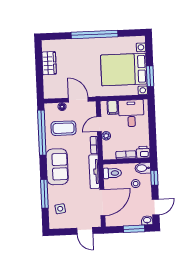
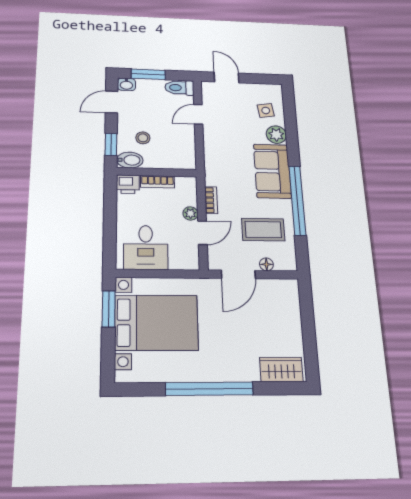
wardrobe: (49, 63) -> (281, 369), moved, turned 90
door: (78, 100) -> (238, 274), hinge flipped
filing cabinet: (113, 107) -> (179, 259), removed
window: (42, 133) -> (297, 200), moved
tv unit: (94, 172) -> (211, 160), removed
toilet: (112, 173) -> (179, 88), moved
plant: (54, 192) -> (276, 135), added
window: (44, 194) -> (292, 133), removed
door: (102, 203) -> (198, 114), width x0.53

